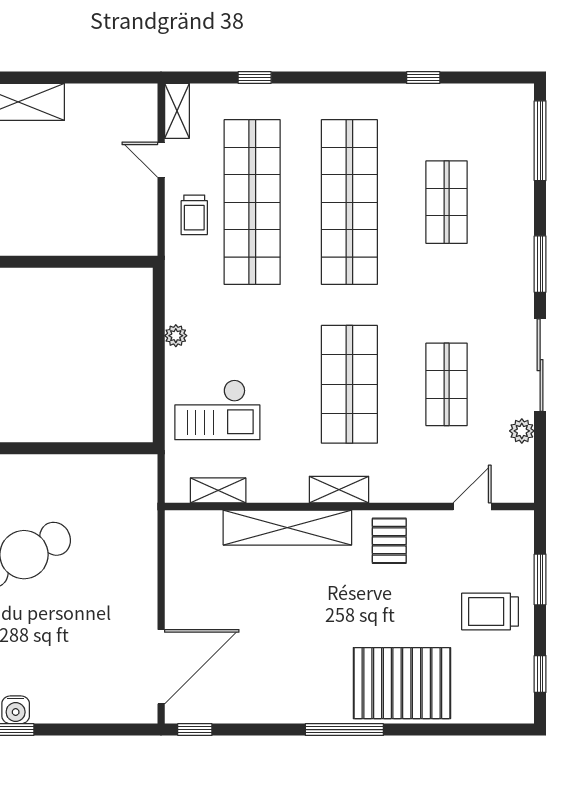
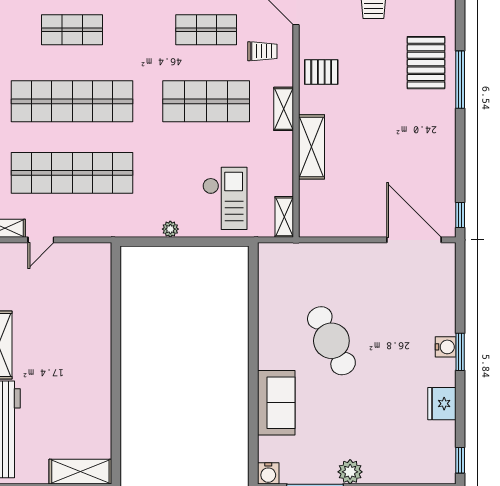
trolley: (194, 215) -> (262, 51), moved
shelving: (218, 490) -> (284, 217), moved
shelving: (287, 528) -> (312, 147), width x0.68
pallet: (402, 683) -> (426, 63), width x0.73, depth x0.71
window: (344, 730) -> (460, 80), moved

